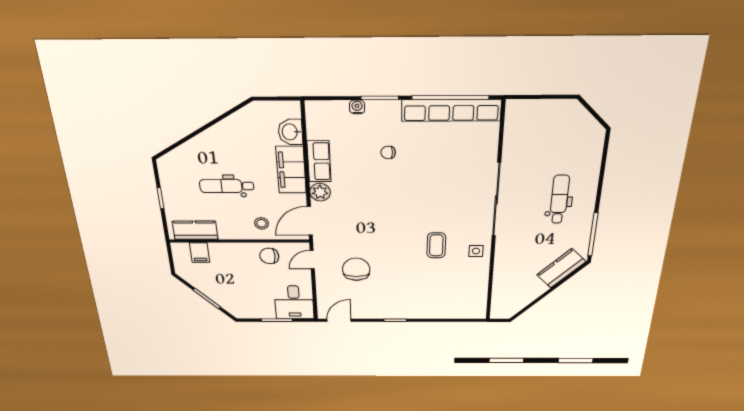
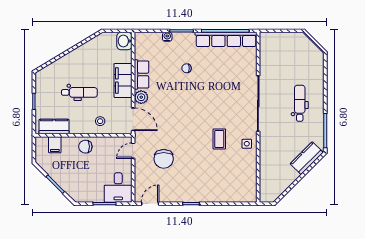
washbasin: (290, 132) -> (124, 41), moved
dental chair: (227, 186) -> (79, 92), turned 180
door: (310, 221) -> (133, 119), swing flipped
chair: (269, 256) -> (85, 147), moved
chair: (356, 269) -> (164, 159), turned 180

